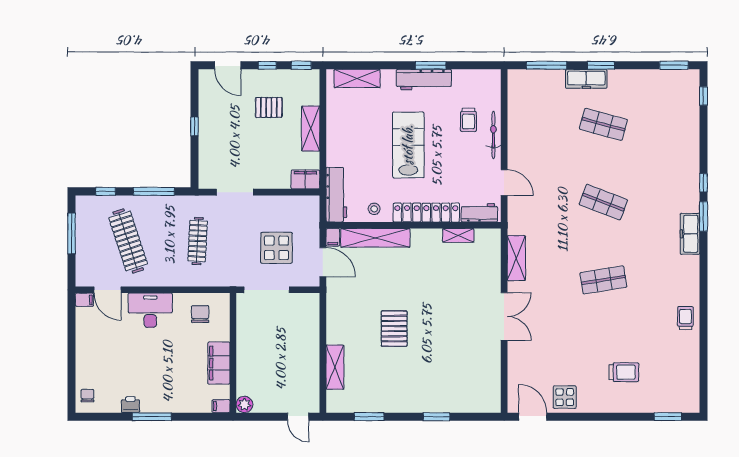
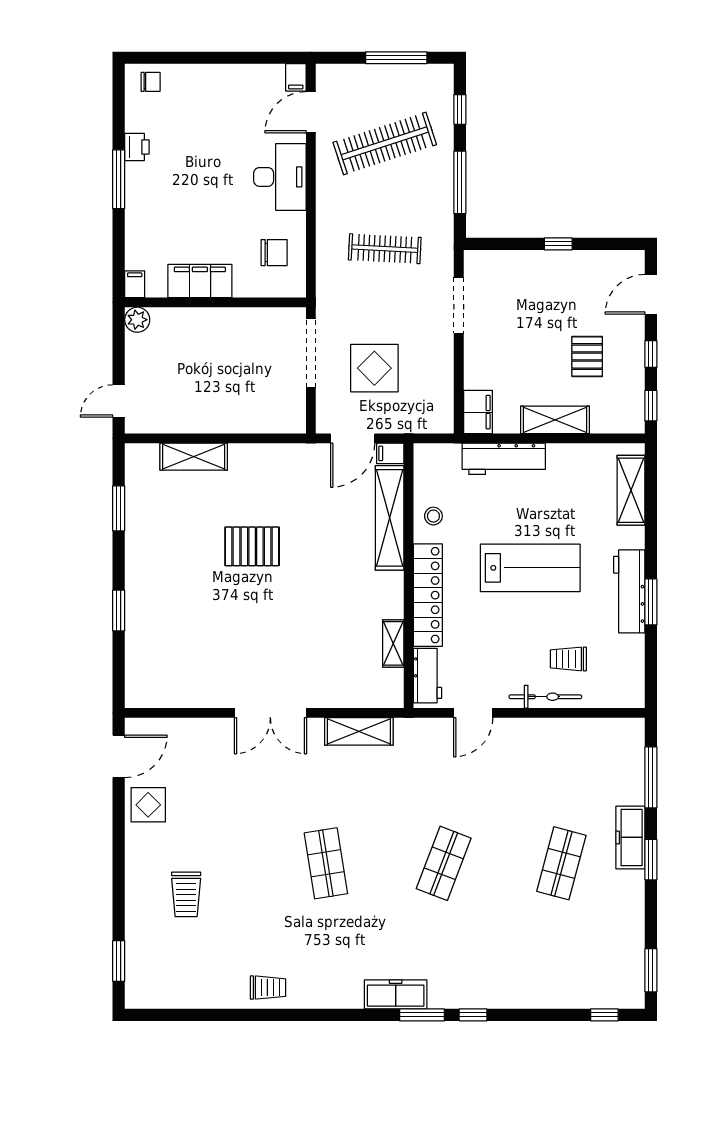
workbench: (336, 195) -> (504, 459), moved

